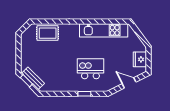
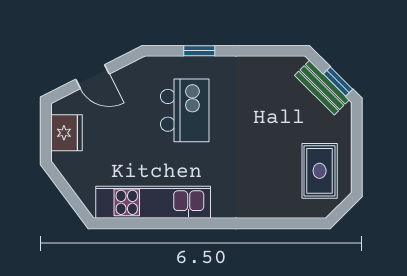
rug: (48, 33) -> (320, 171), moved, turned 90
kitchen island: (90, 69) -> (185, 110), turned -90

